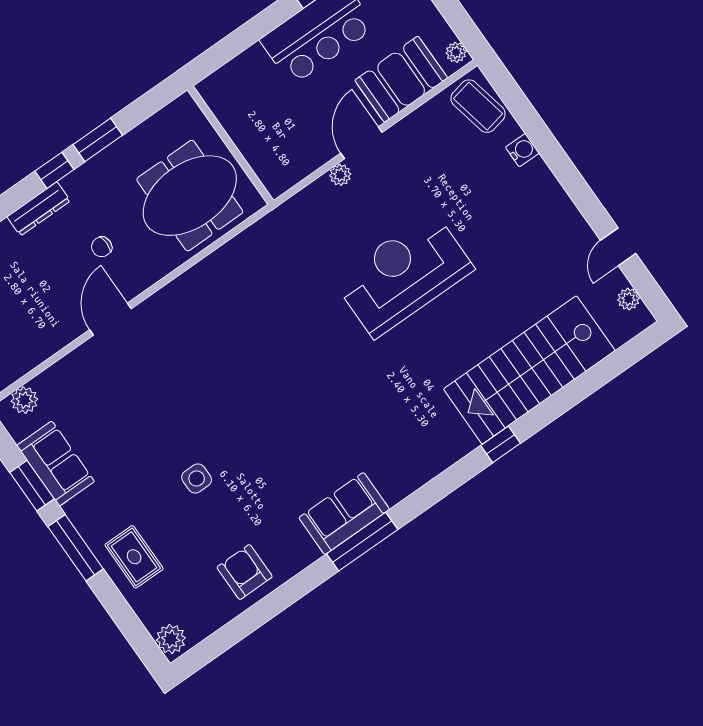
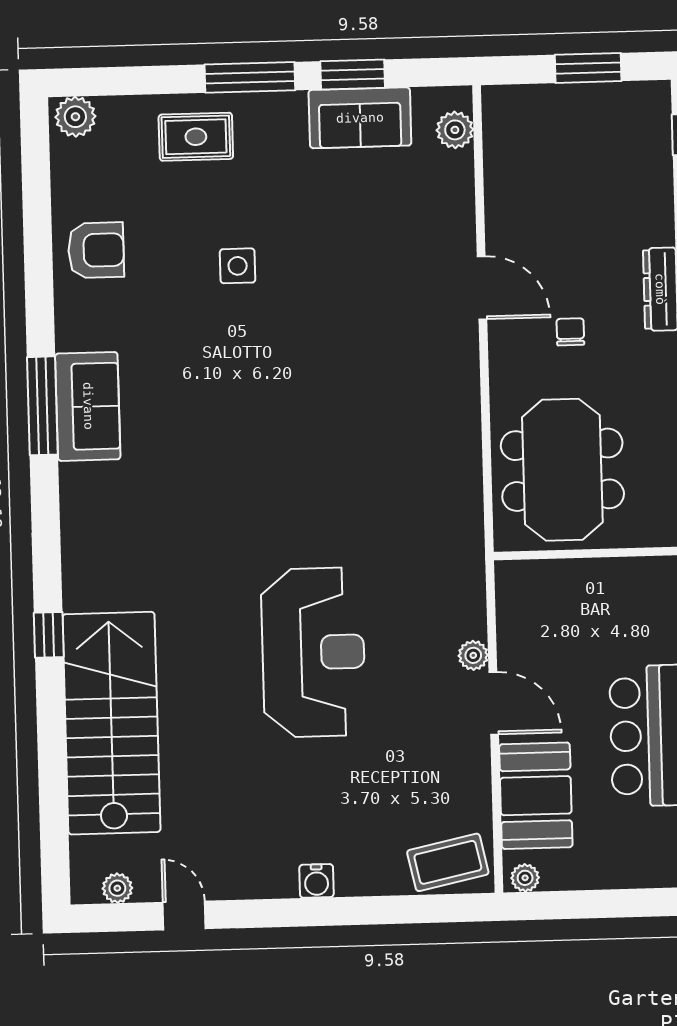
water cooler: (522, 150) -> (317, 881), moved

